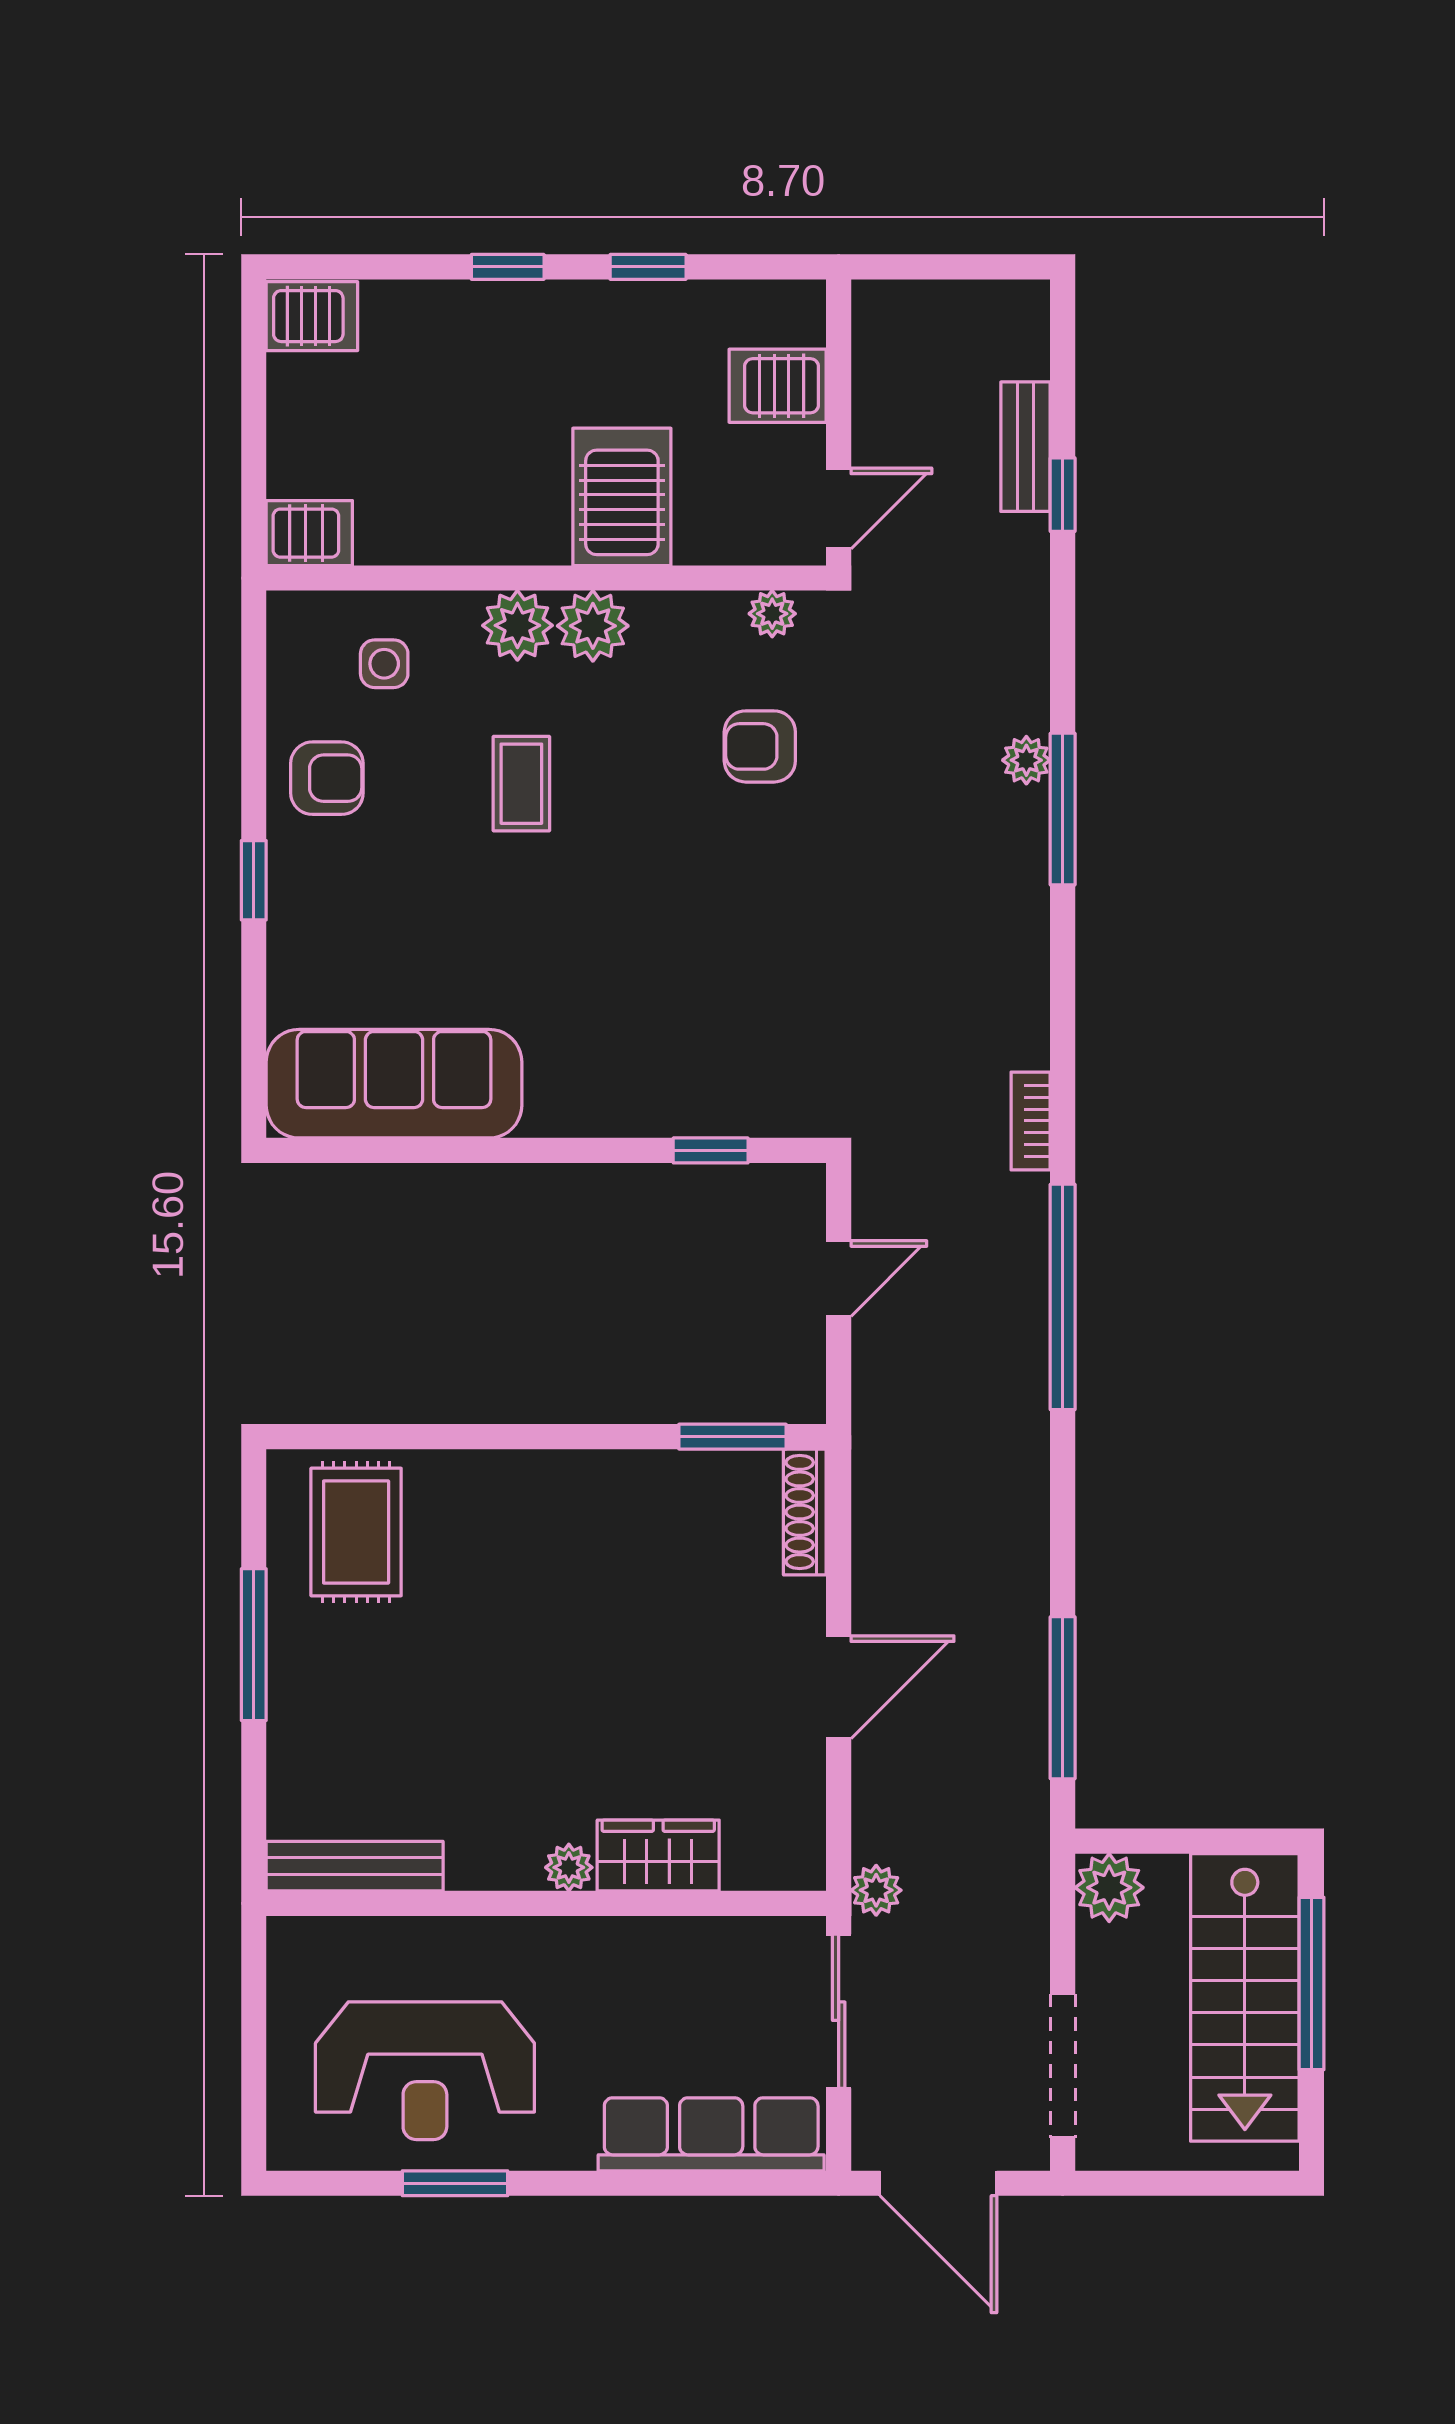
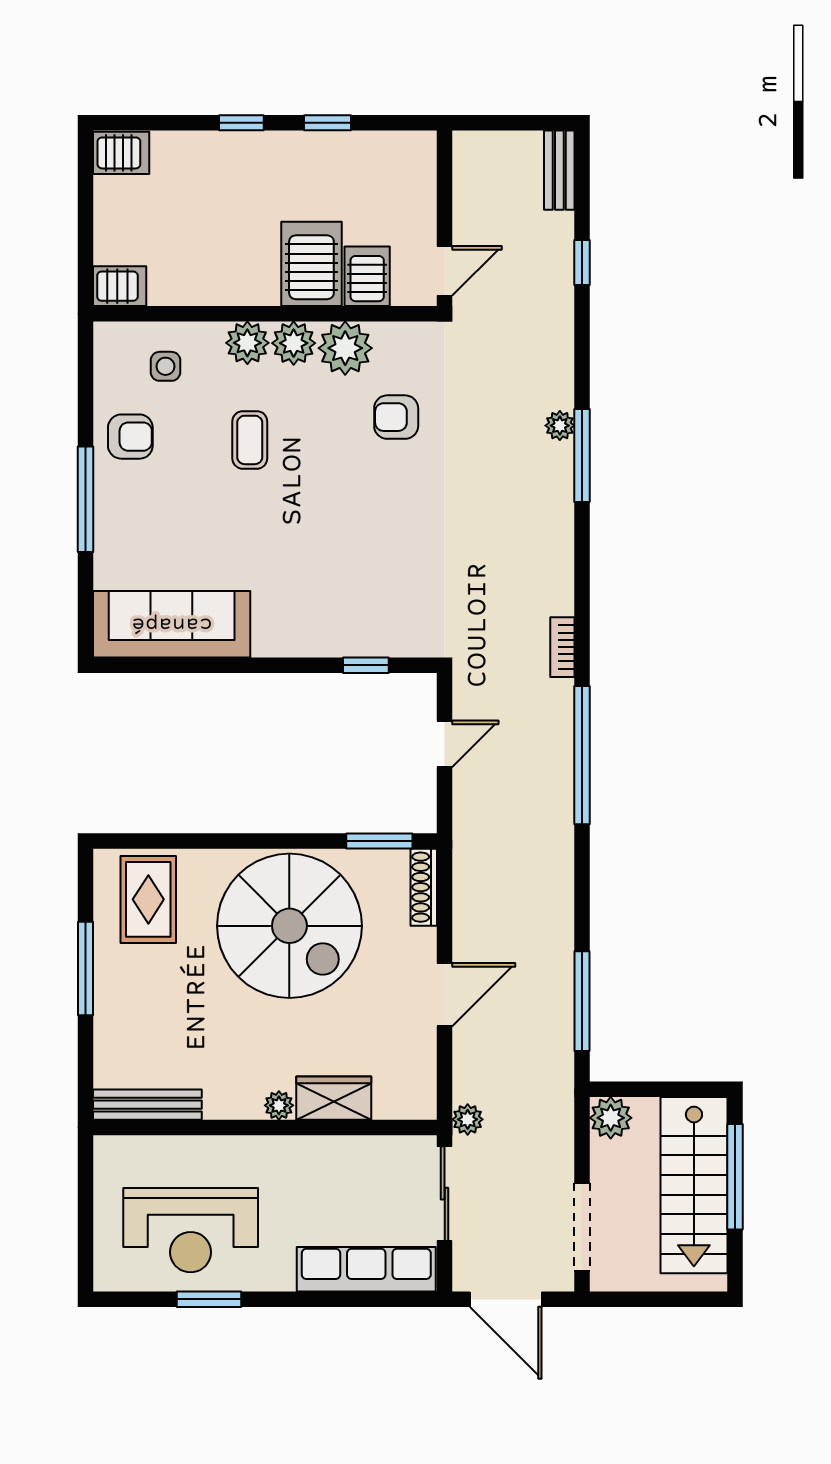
server rack: (778, 386) -> (367, 276), moved, turned 90
bench: (1025, 447) -> (559, 170), moved
plant: (772, 614) -> (345, 348), moved, width x1.88, depth x1.88
window: (254, 880) -> (85, 499), width x2.17
spiral stairs: (586, 1575) -> (289, 926), added

